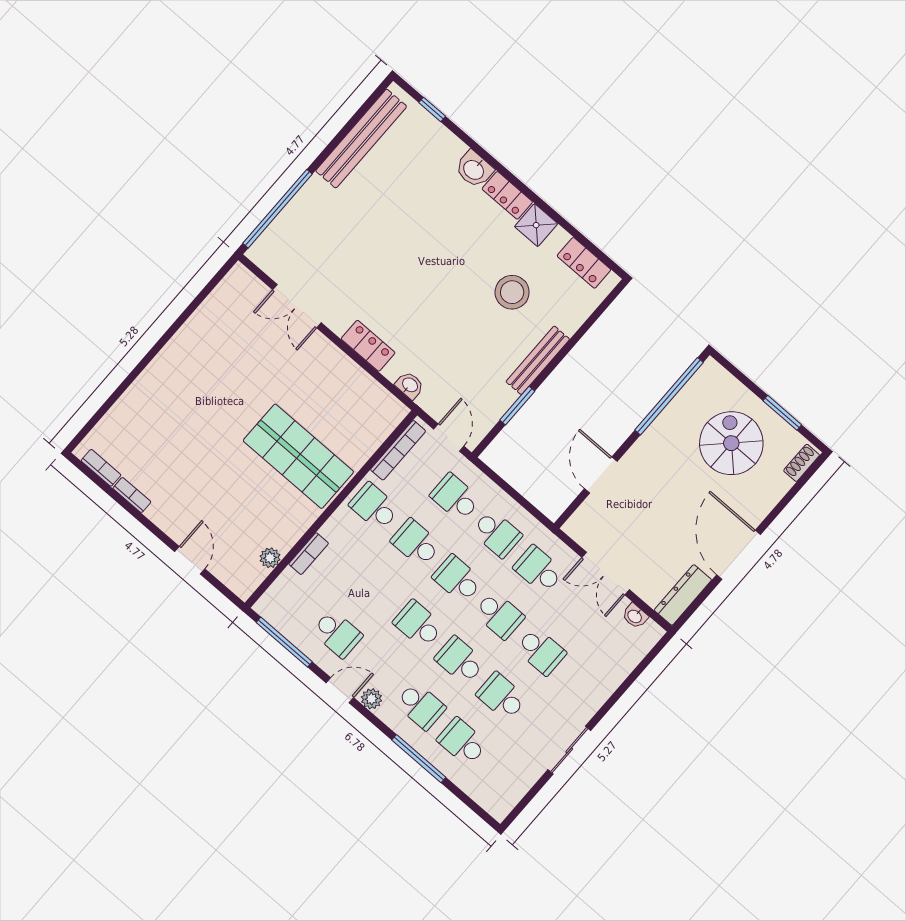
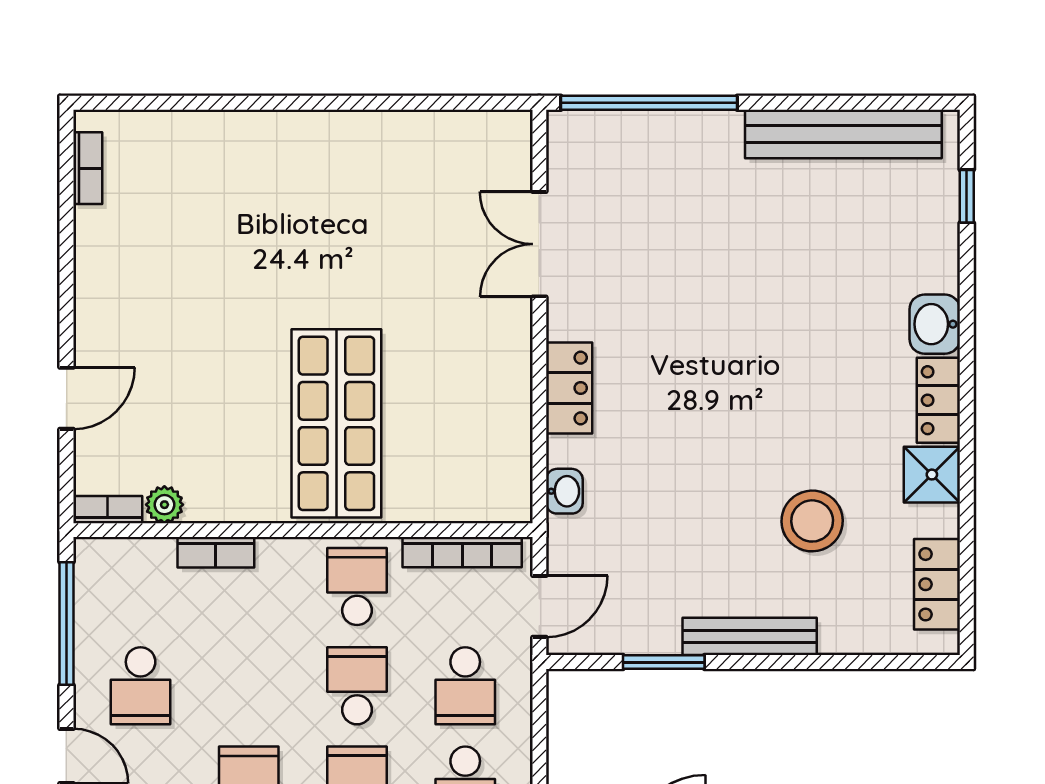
bookcase: (132, 495) -> (108, 510), moved, turned -90
school desk: (455, 498) -> (465, 686), turned 180

